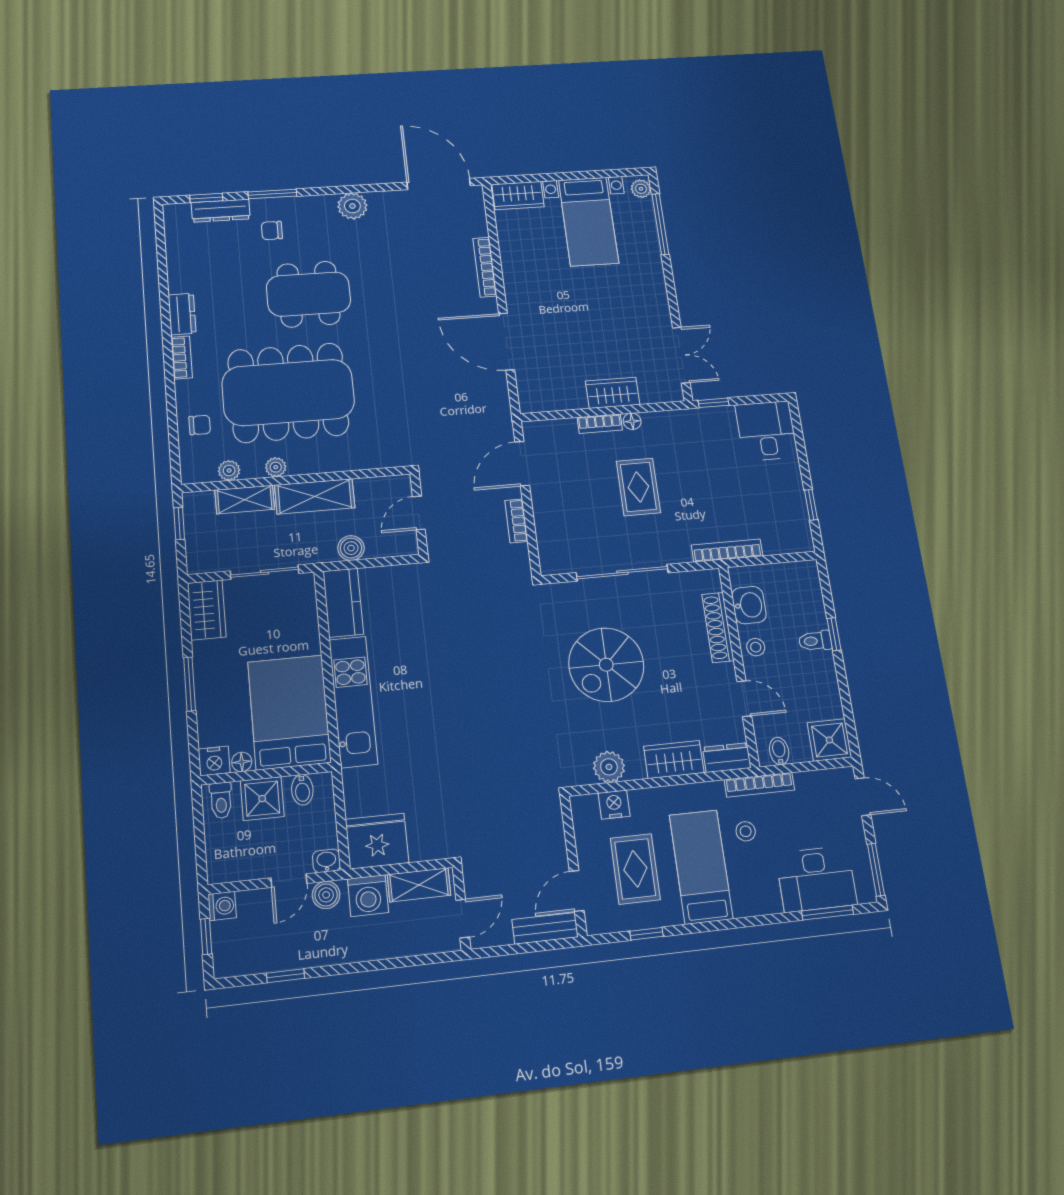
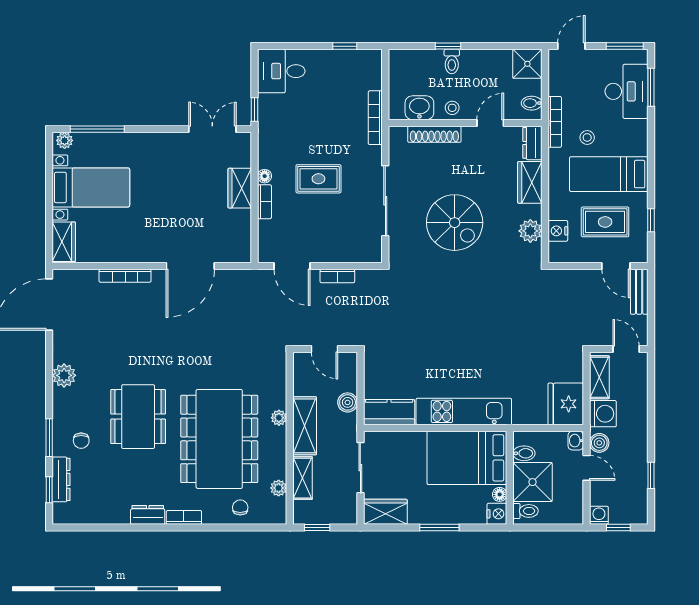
plant: (276, 467) -> (279, 418), moved
shower: (262, 799) -> (532, 482), width x1.36, depth x1.36

